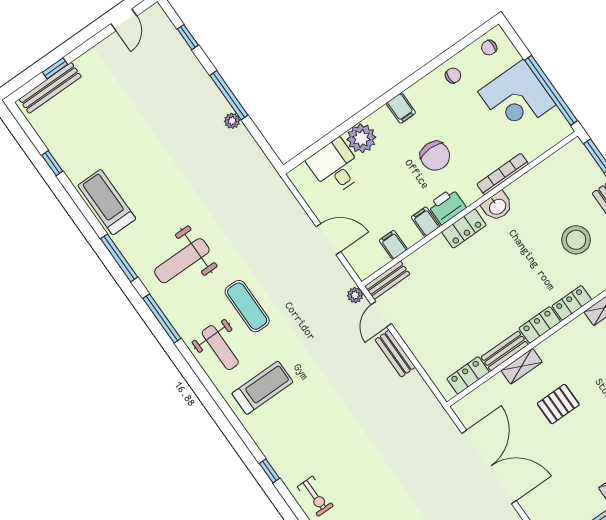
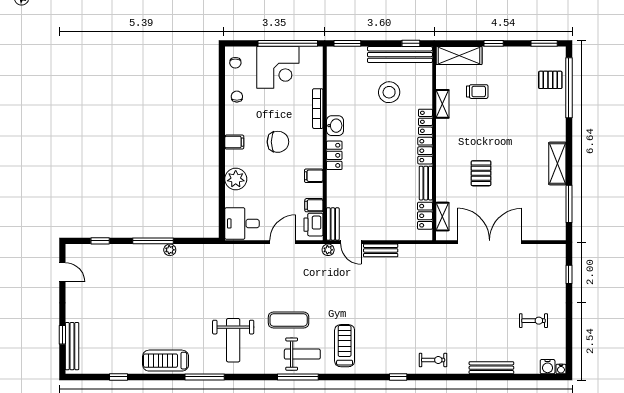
desk: (335, 167) -> (242, 223), moved
printer: (447, 206) -> (313, 225), moved
window: (162, 318) -> (298, 377), moved
shelving: (522, 366) -> (442, 217), moved

